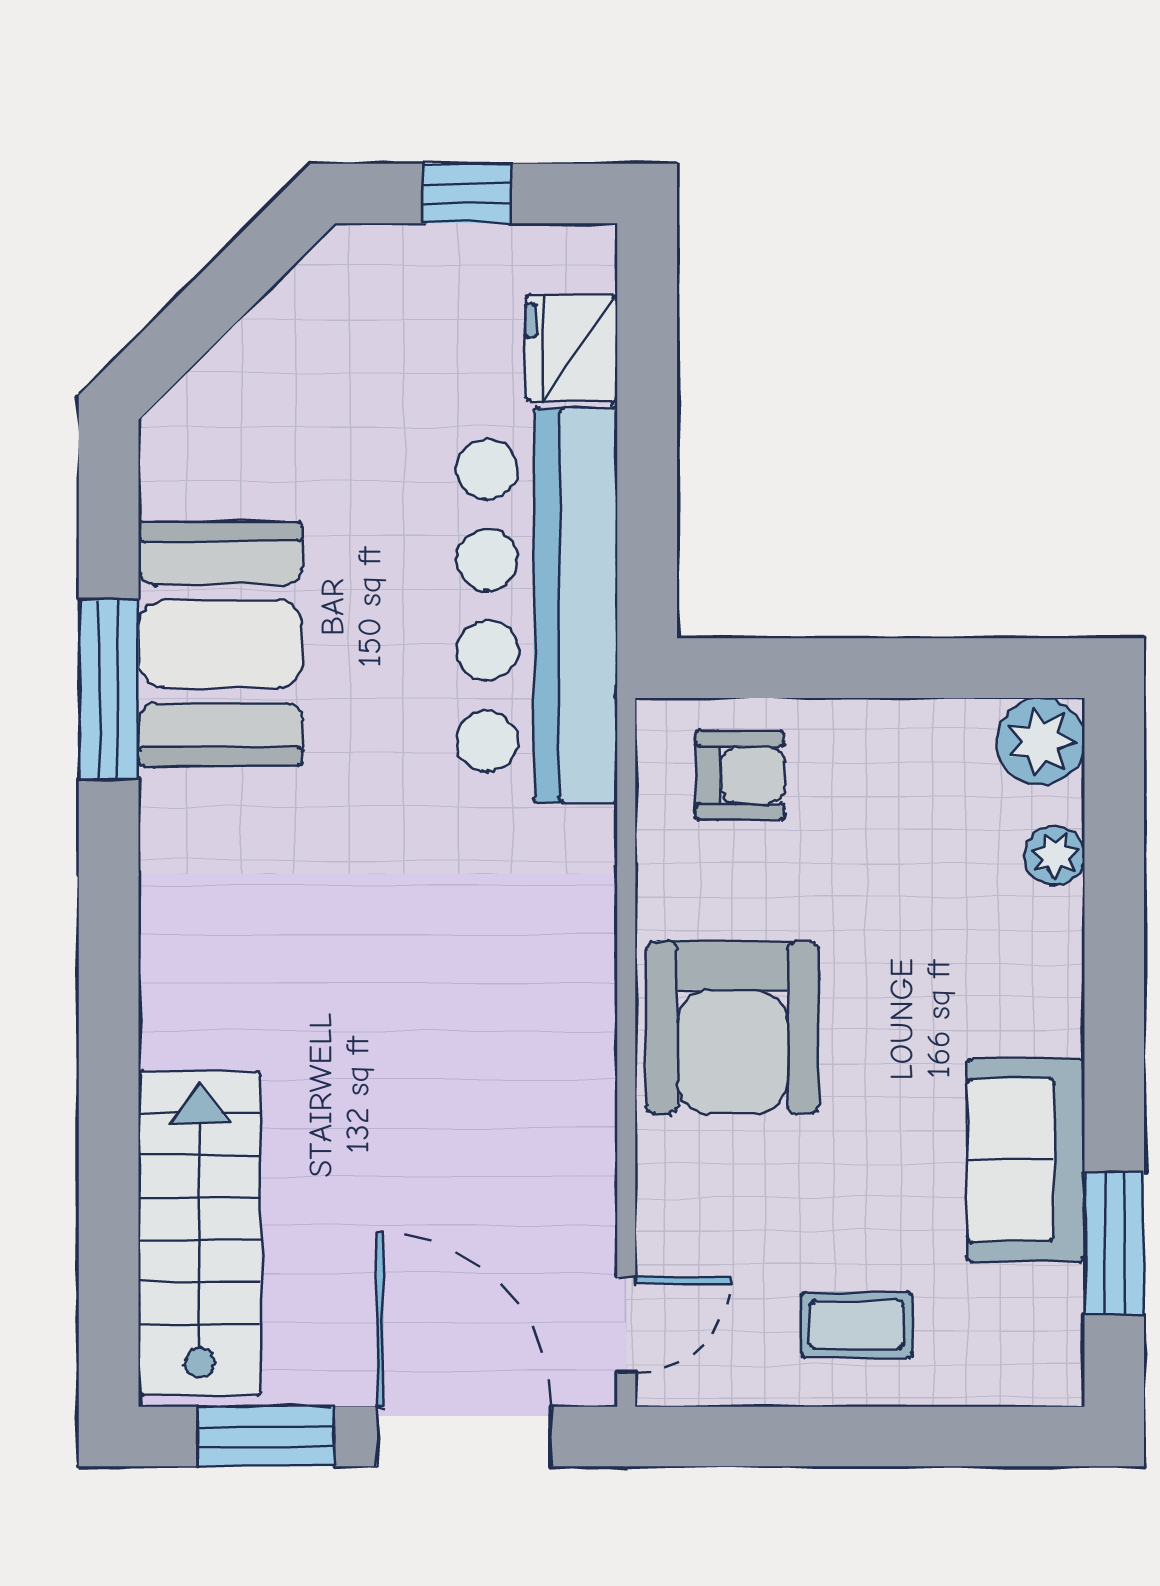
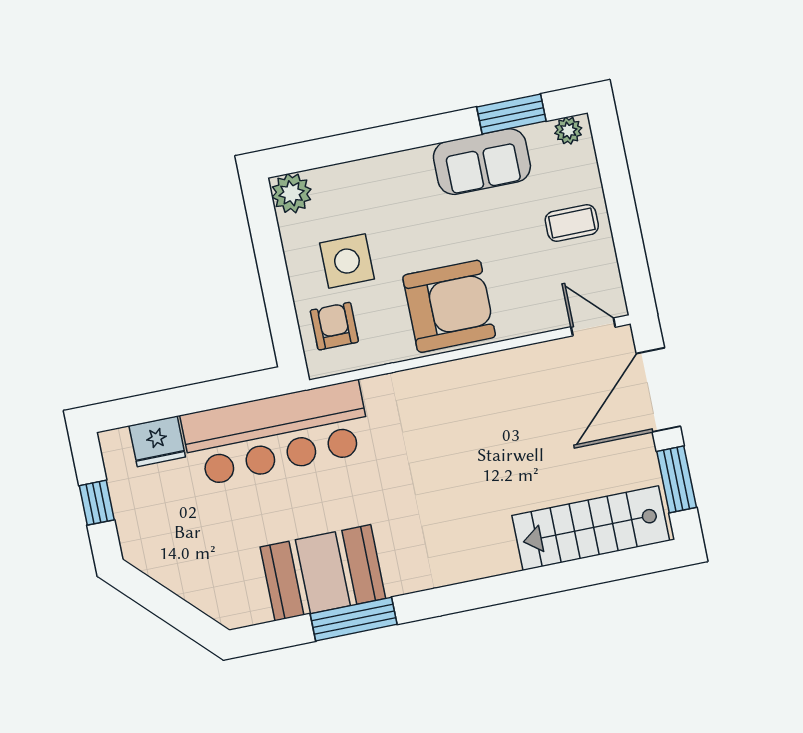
side table: (873, 830) -> (347, 261), added
plant: (1055, 856) -> (568, 131), moved
coffee table: (857, 1325) -> (572, 223), turned 90

